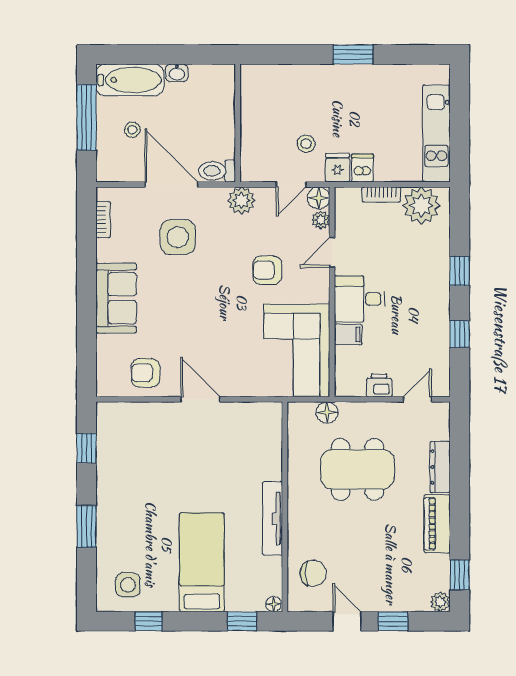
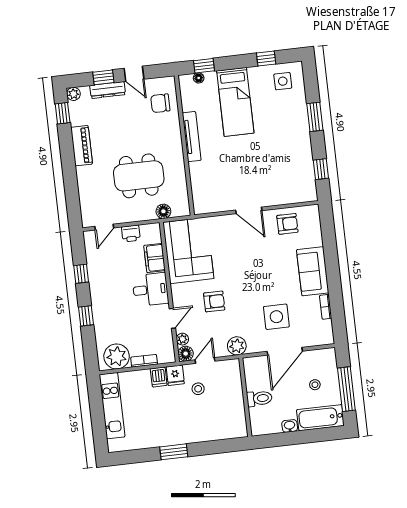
toilet: (217, 171) -> (259, 398), moved
door: (171, 184) -> (285, 351), hinge flipped
bookcase: (103, 219) -> (326, 307), moved
filing cabinet: (348, 335) -> (155, 258), width x2.00
dresser: (440, 467) -> (108, 90), moved, turned 90
floor lamp: (274, 604) -> (199, 78), moved

